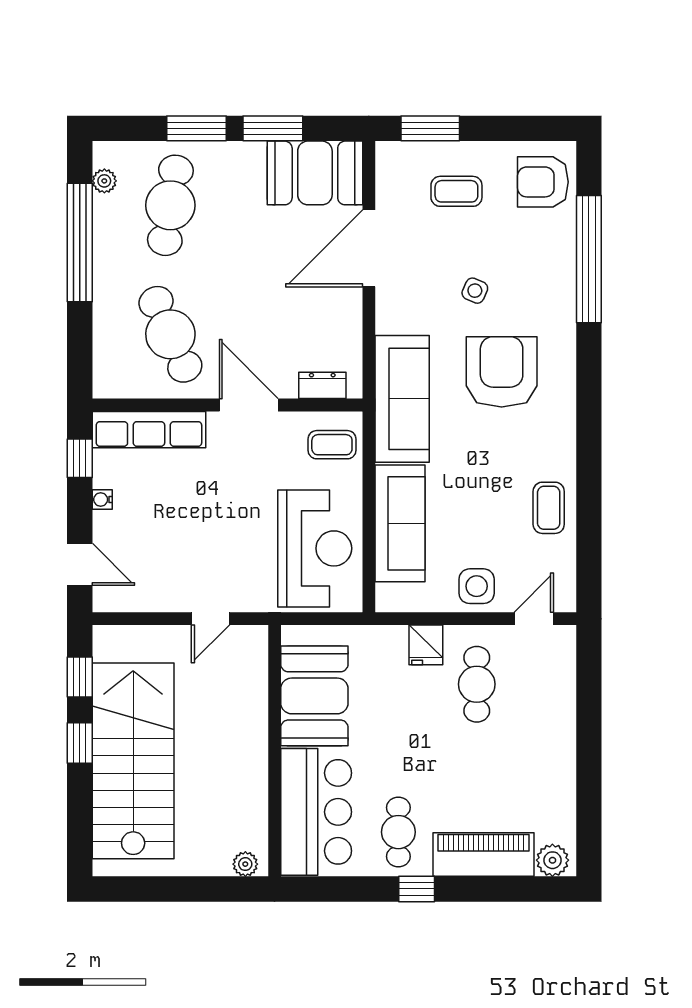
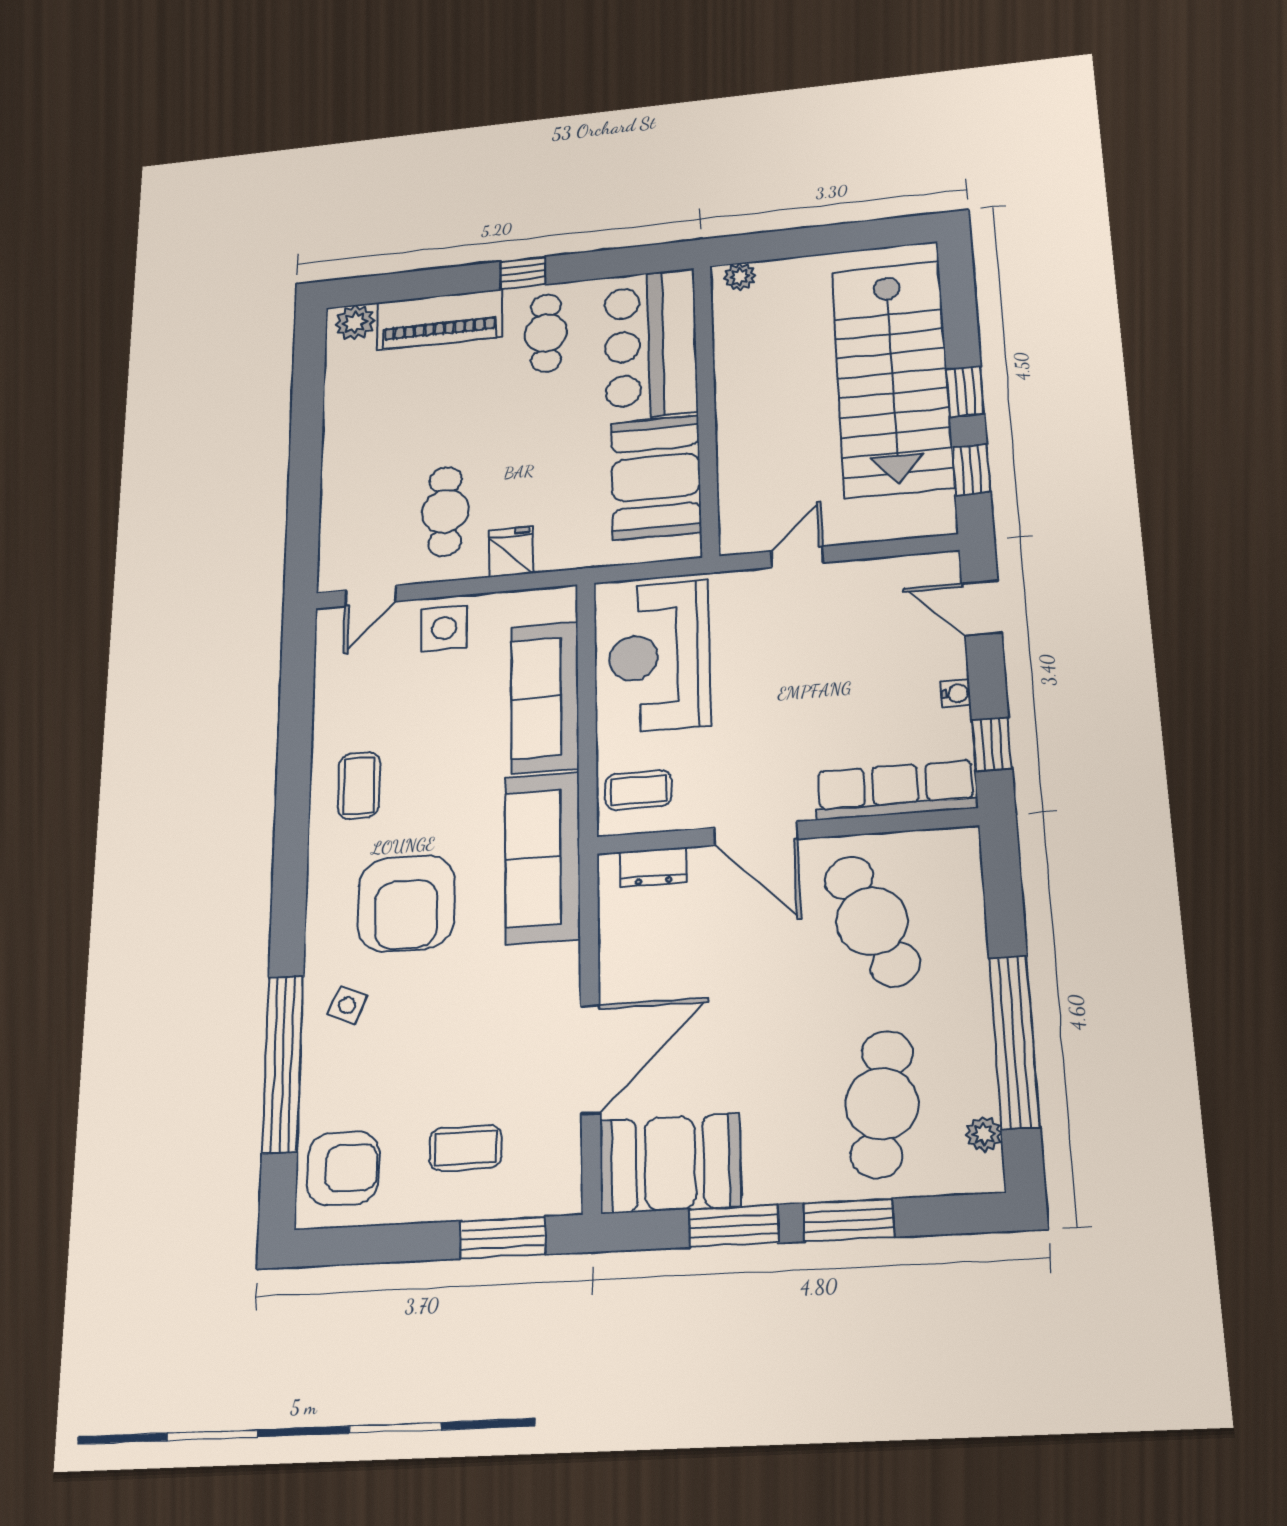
side table: (475, 291) -> (347, 1005), moved
coffee table: (549, 508) -> (359, 785), moved

